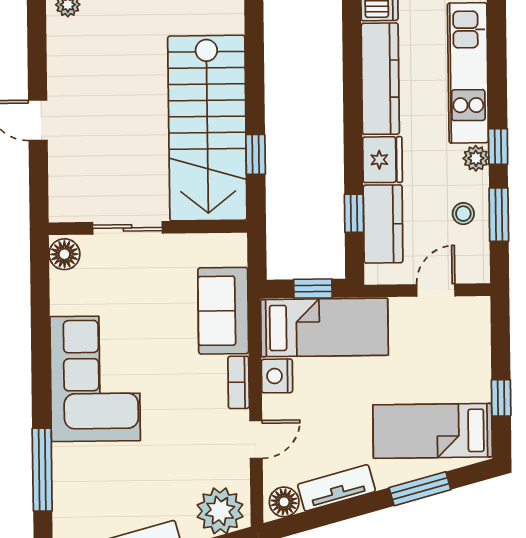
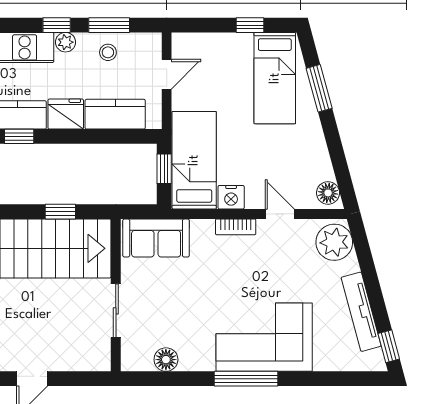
window: (354, 213) -> (19, 136), moved
floor lamp: (64, 254) -> (166, 360), moved
door: (436, 290) -> (167, 74), swing flipped
sofa: (223, 311) -> (156, 238), moved
corner sofa: (95, 379) -> (264, 337), moved
window: (42, 470) -> (246, 379), moved
tv unit: (336, 488) -> (318, 152), removed

